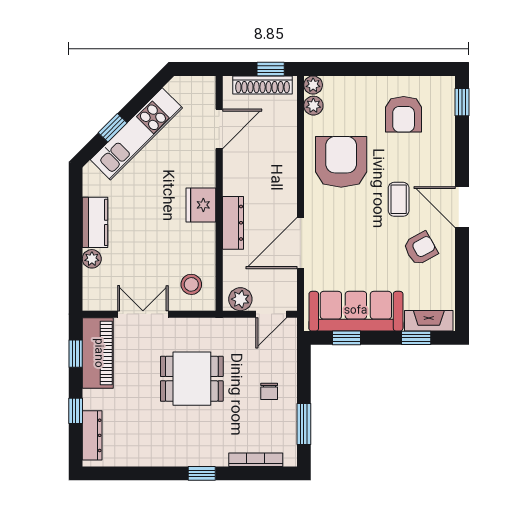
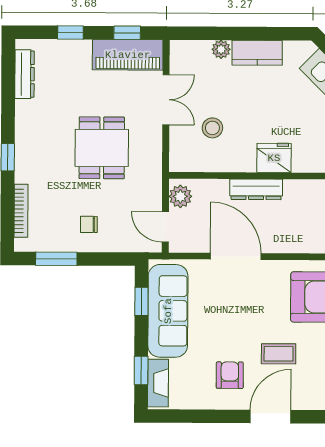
armchair: (420, 248) -> (230, 375), turned -151
stool: (191, 284) -> (212, 128), moved
dresser: (92, 435) -> (25, 74), moved, turned -90

